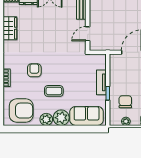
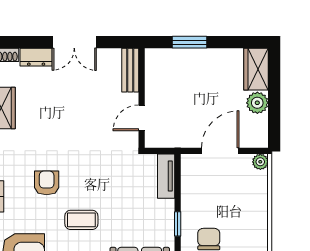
tv unit: (101, 82) -> (166, 176), moved

